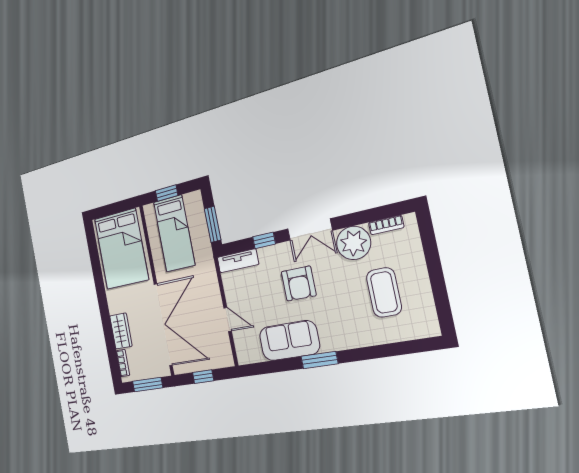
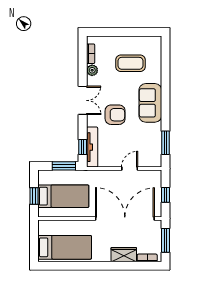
window: (264, 240) -> (83, 147), moved
plant: (354, 243) -> (92, 70), width x0.53, depth x0.53
bed: (121, 249) -> (65, 247), width x0.67
tv unit: (238, 261) -> (92, 147), width x1.41
sofa: (289, 341) -> (150, 103), moved
window: (319, 360) -> (165, 143), moved

